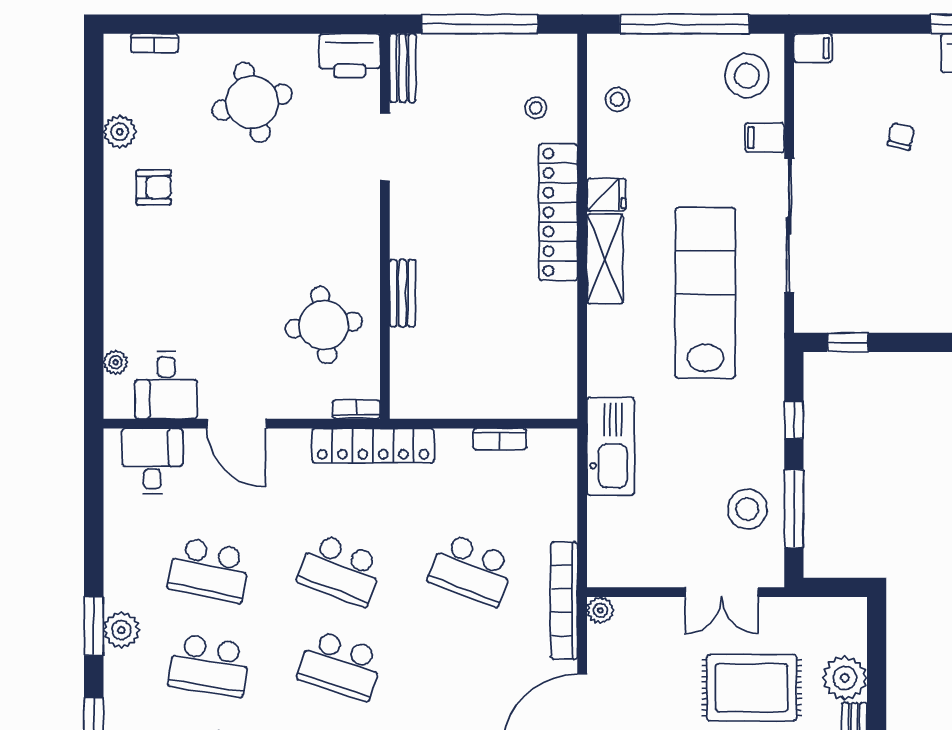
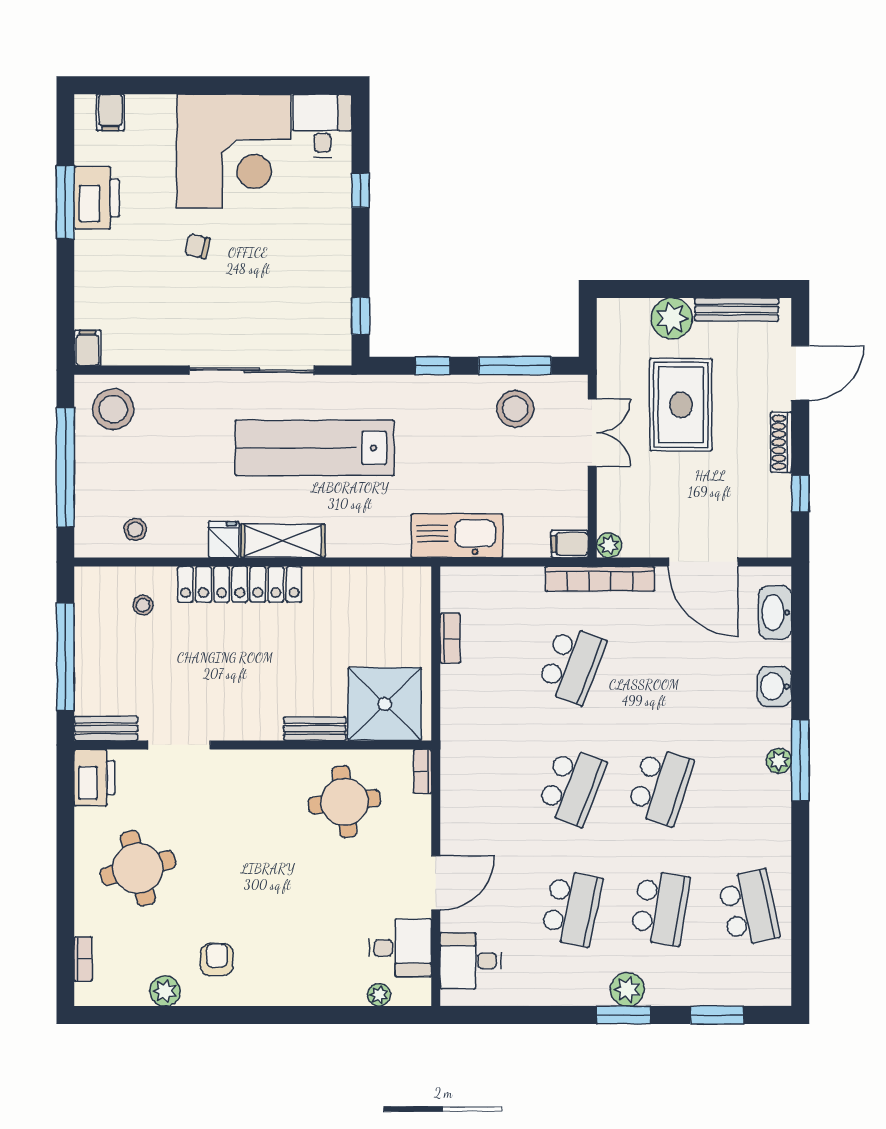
chair: (901, 136) -> (197, 246), moved
filing cabinet: (765, 138) -> (570, 544), moved, turned 90
shower: (429, 368) -> (385, 704), added
locker: (373, 446) -> (456, 756), removed

